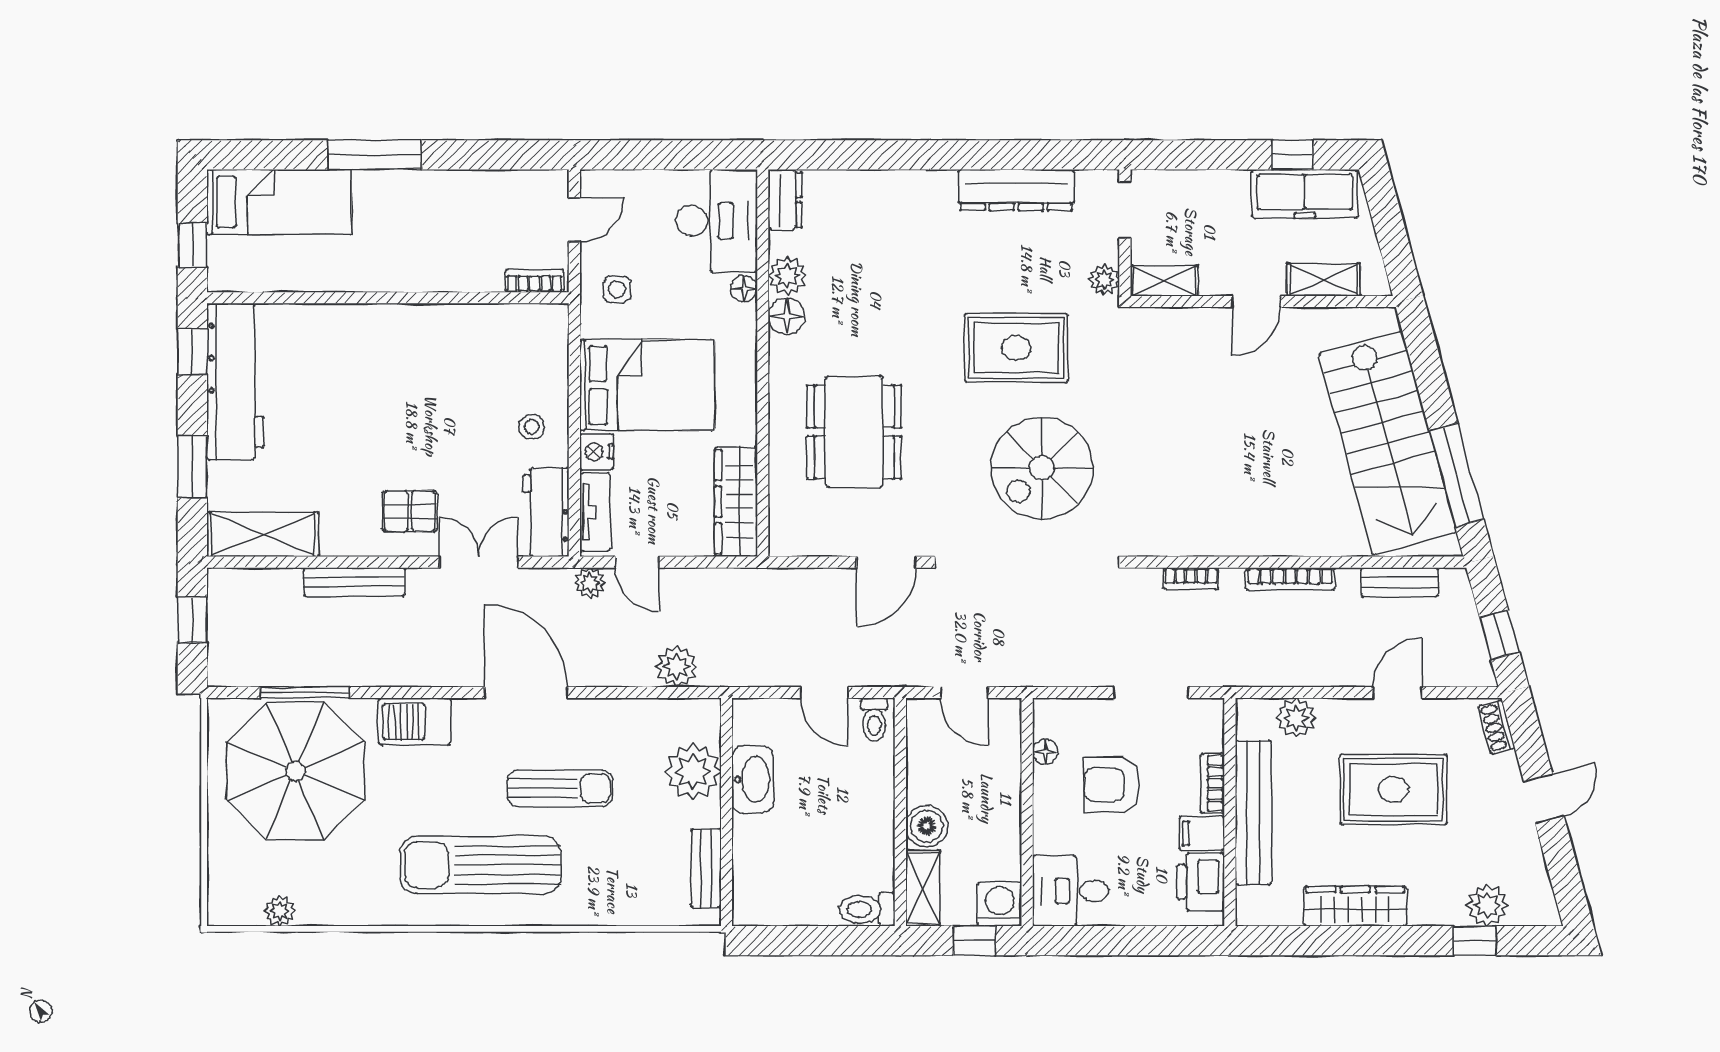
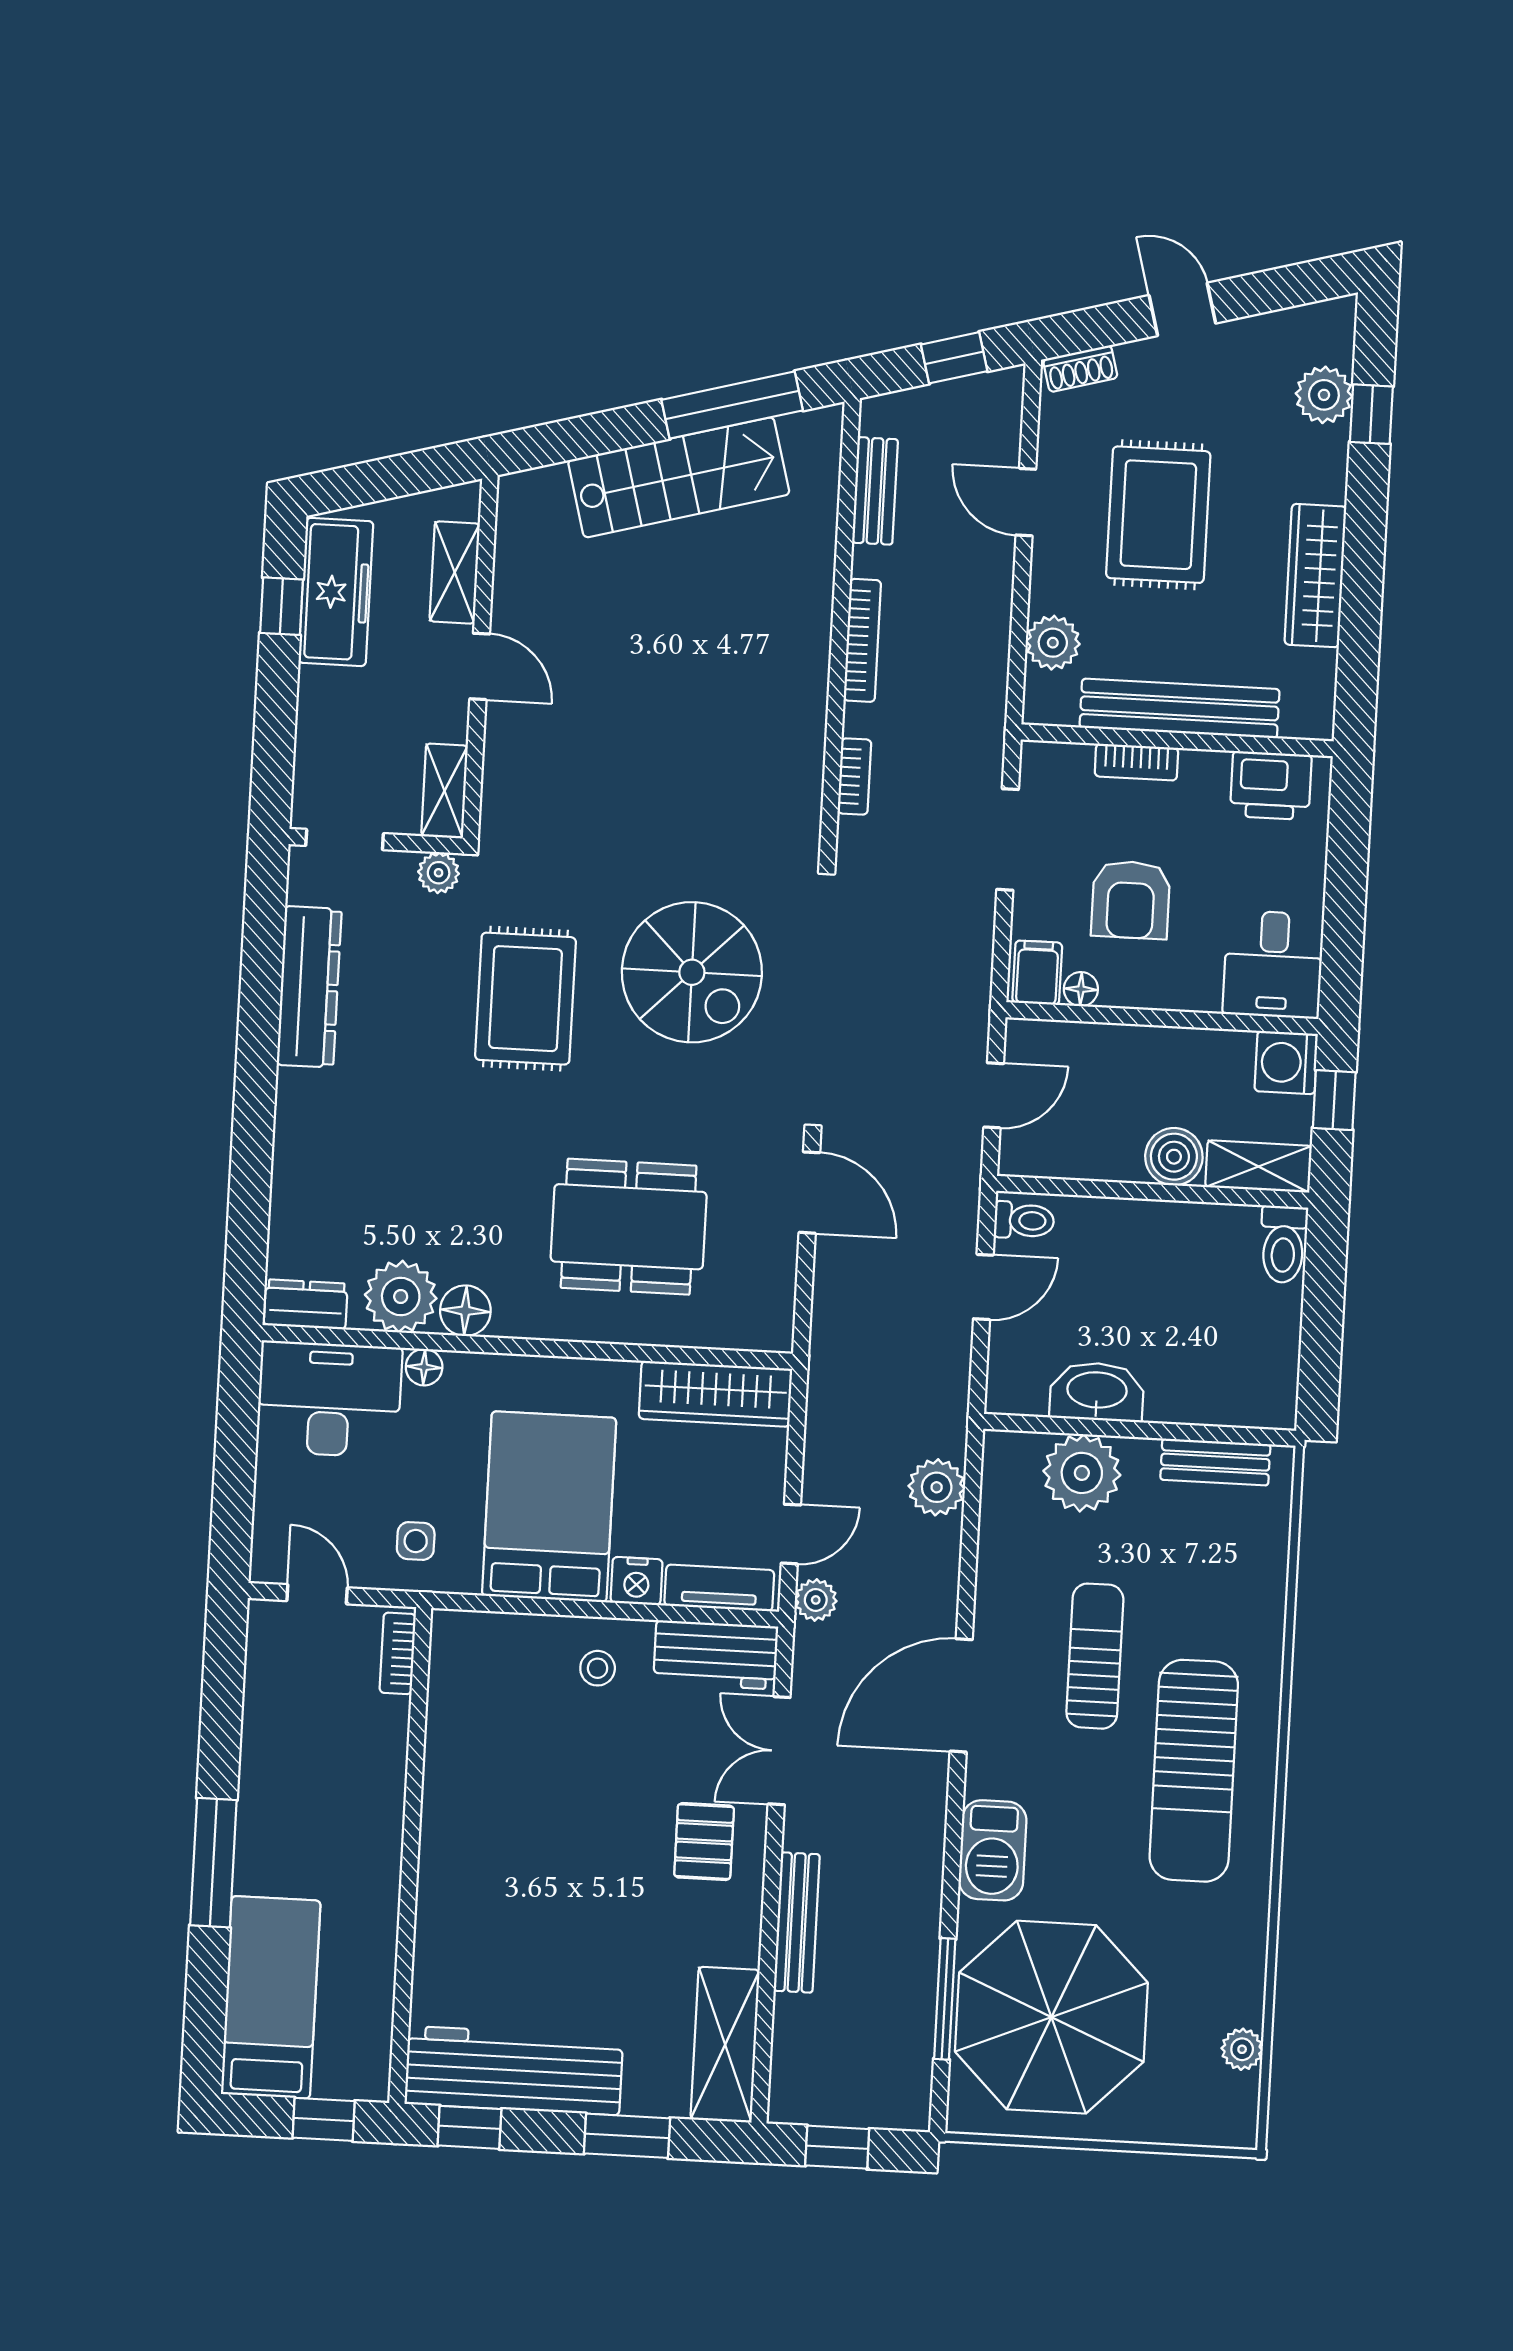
plant: (787, 276) -> (401, 1297), width x1.36, depth x1.36
stairs: (1388, 443) -> (679, 477), width x0.73, depth x0.66
filing cabinet: (1202, 833) -> (1037, 973), moved, turned 180

